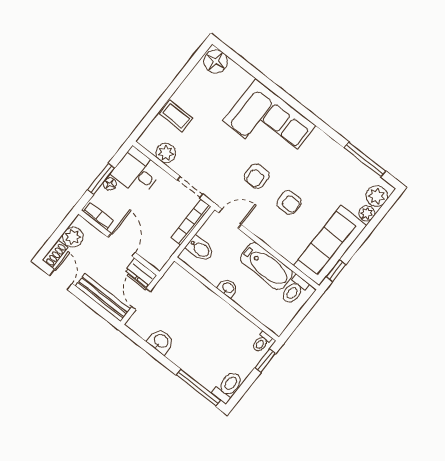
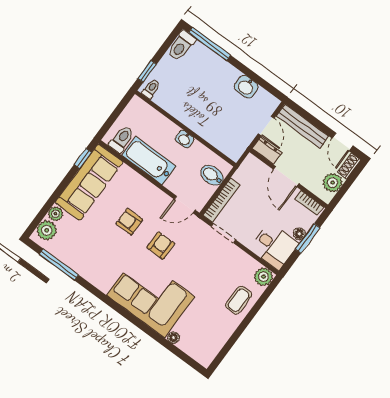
floor lamp: (216, 61) -> (174, 338), moved, width x0.53, depth x0.53
coffee table: (176, 116) -> (239, 300), turned 90
plant: (166, 153) -> (263, 277), moved

